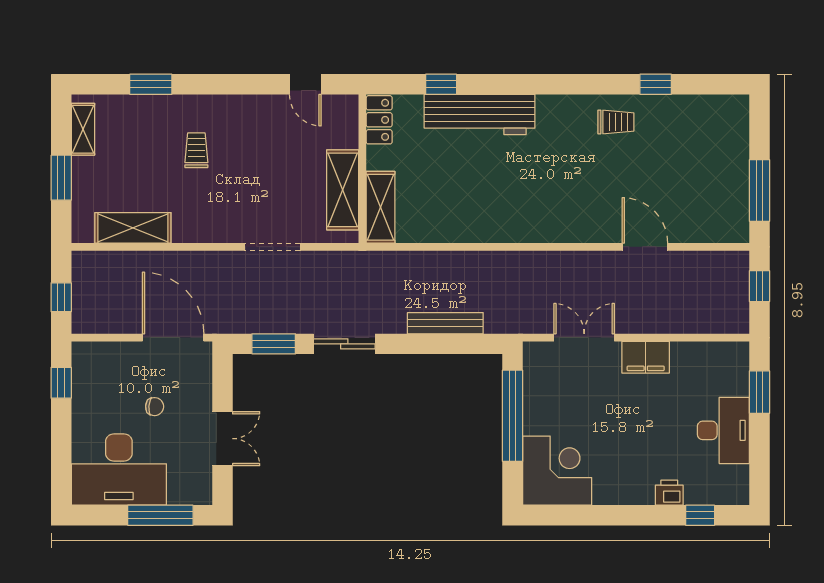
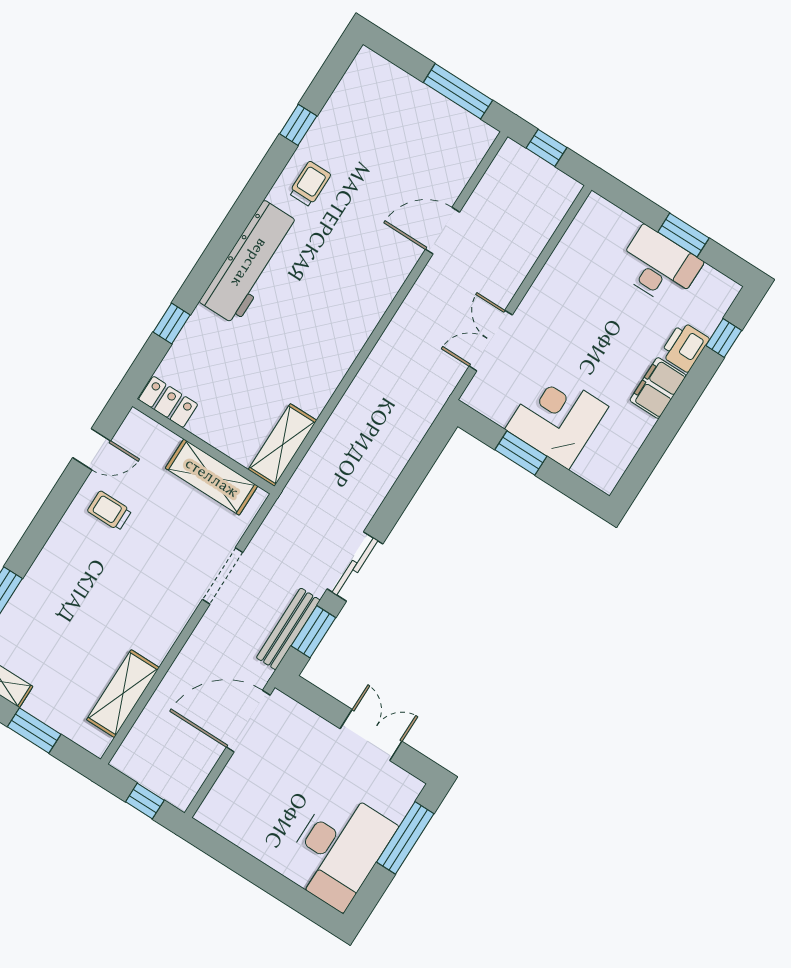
workbench: (480, 114) -> (250, 263), moved
trolley: (196, 150) -> (109, 511), moved
shelving: (381, 207) -> (282, 445), moved, turned 90
bench: (445, 323) -> (288, 629), moved
filing cabinet: (646, 357) -> (658, 388), moved, turned 180
window: (61, 383) -> (224, 851), removed
window: (759, 392) -> (683, 235), moved
chair: (155, 407) -> (301, 779), removed
window: (512, 416) -> (521, 453), width x0.47
corner desk: (557, 471) -> (557, 418), moved
printer: (669, 493) -> (685, 347), width x1.36, depth x1.24

